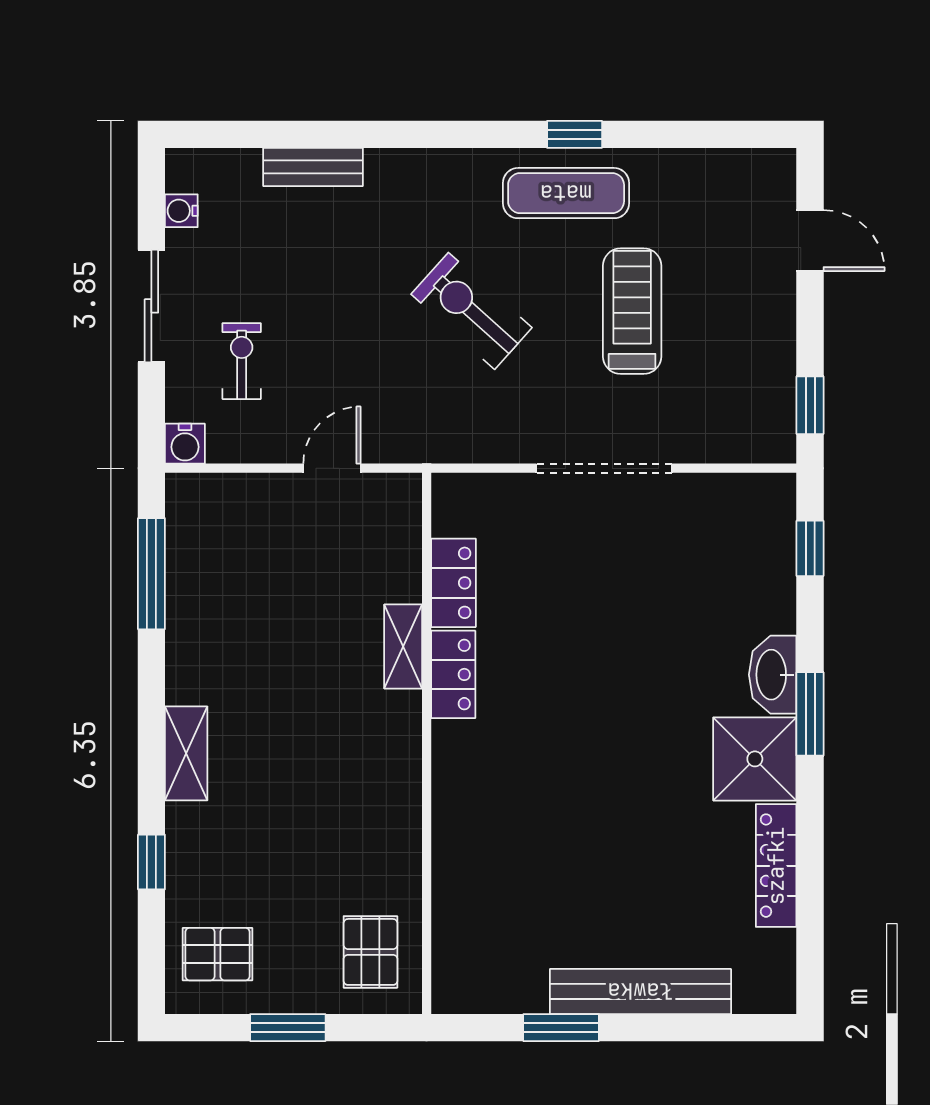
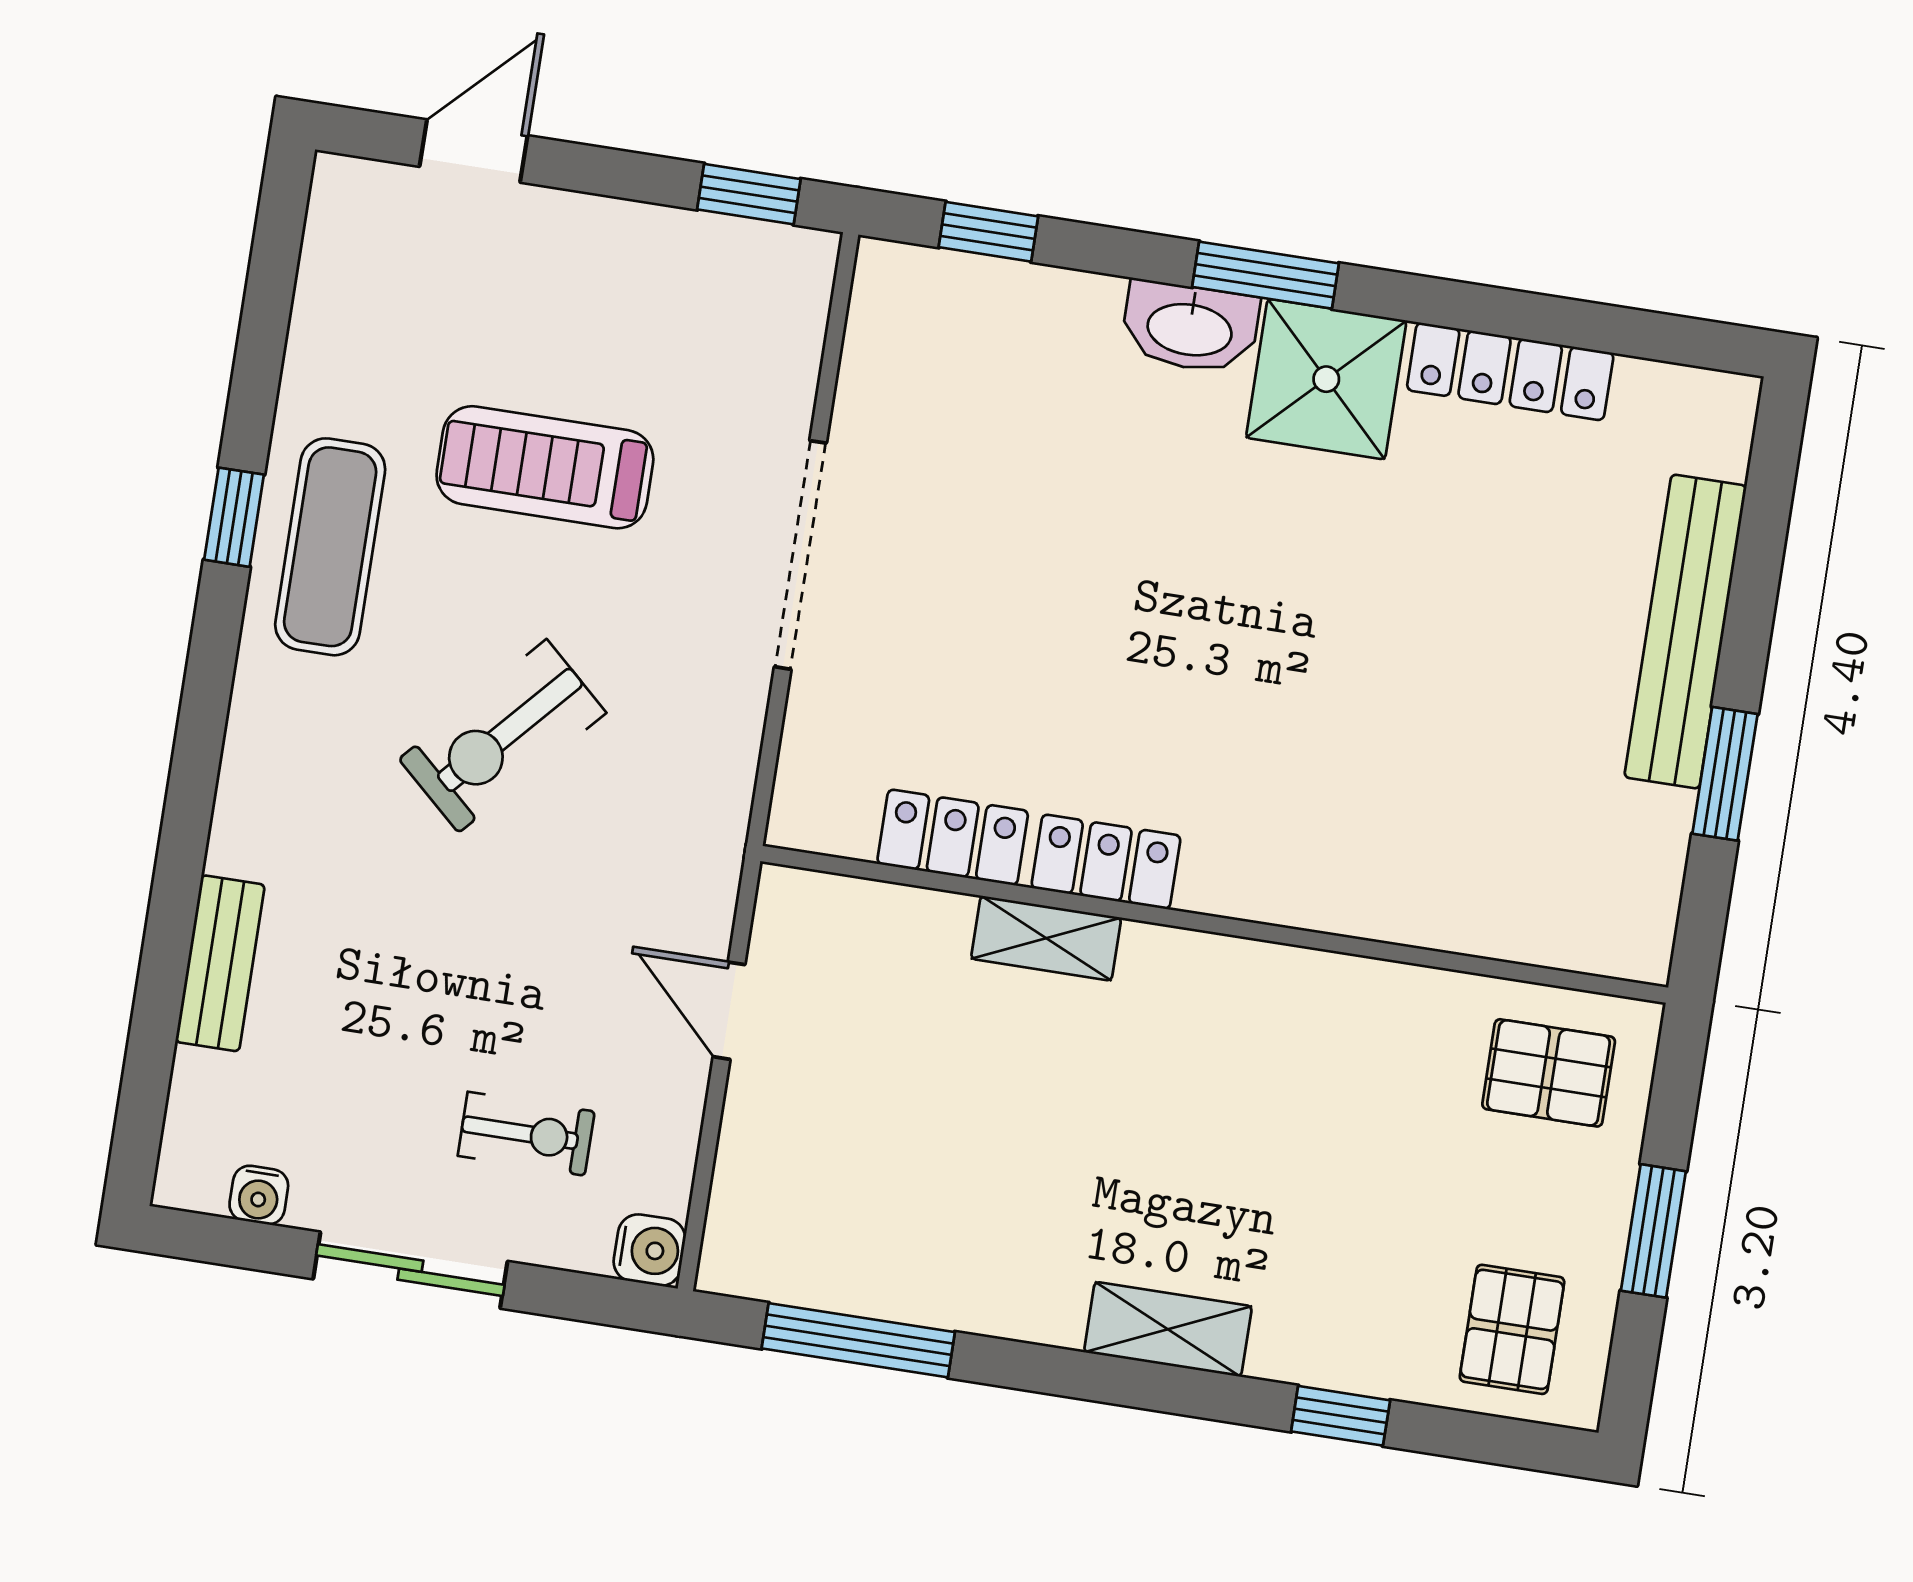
exercise bike: (242, 361) -> (526, 1134), turned 180

